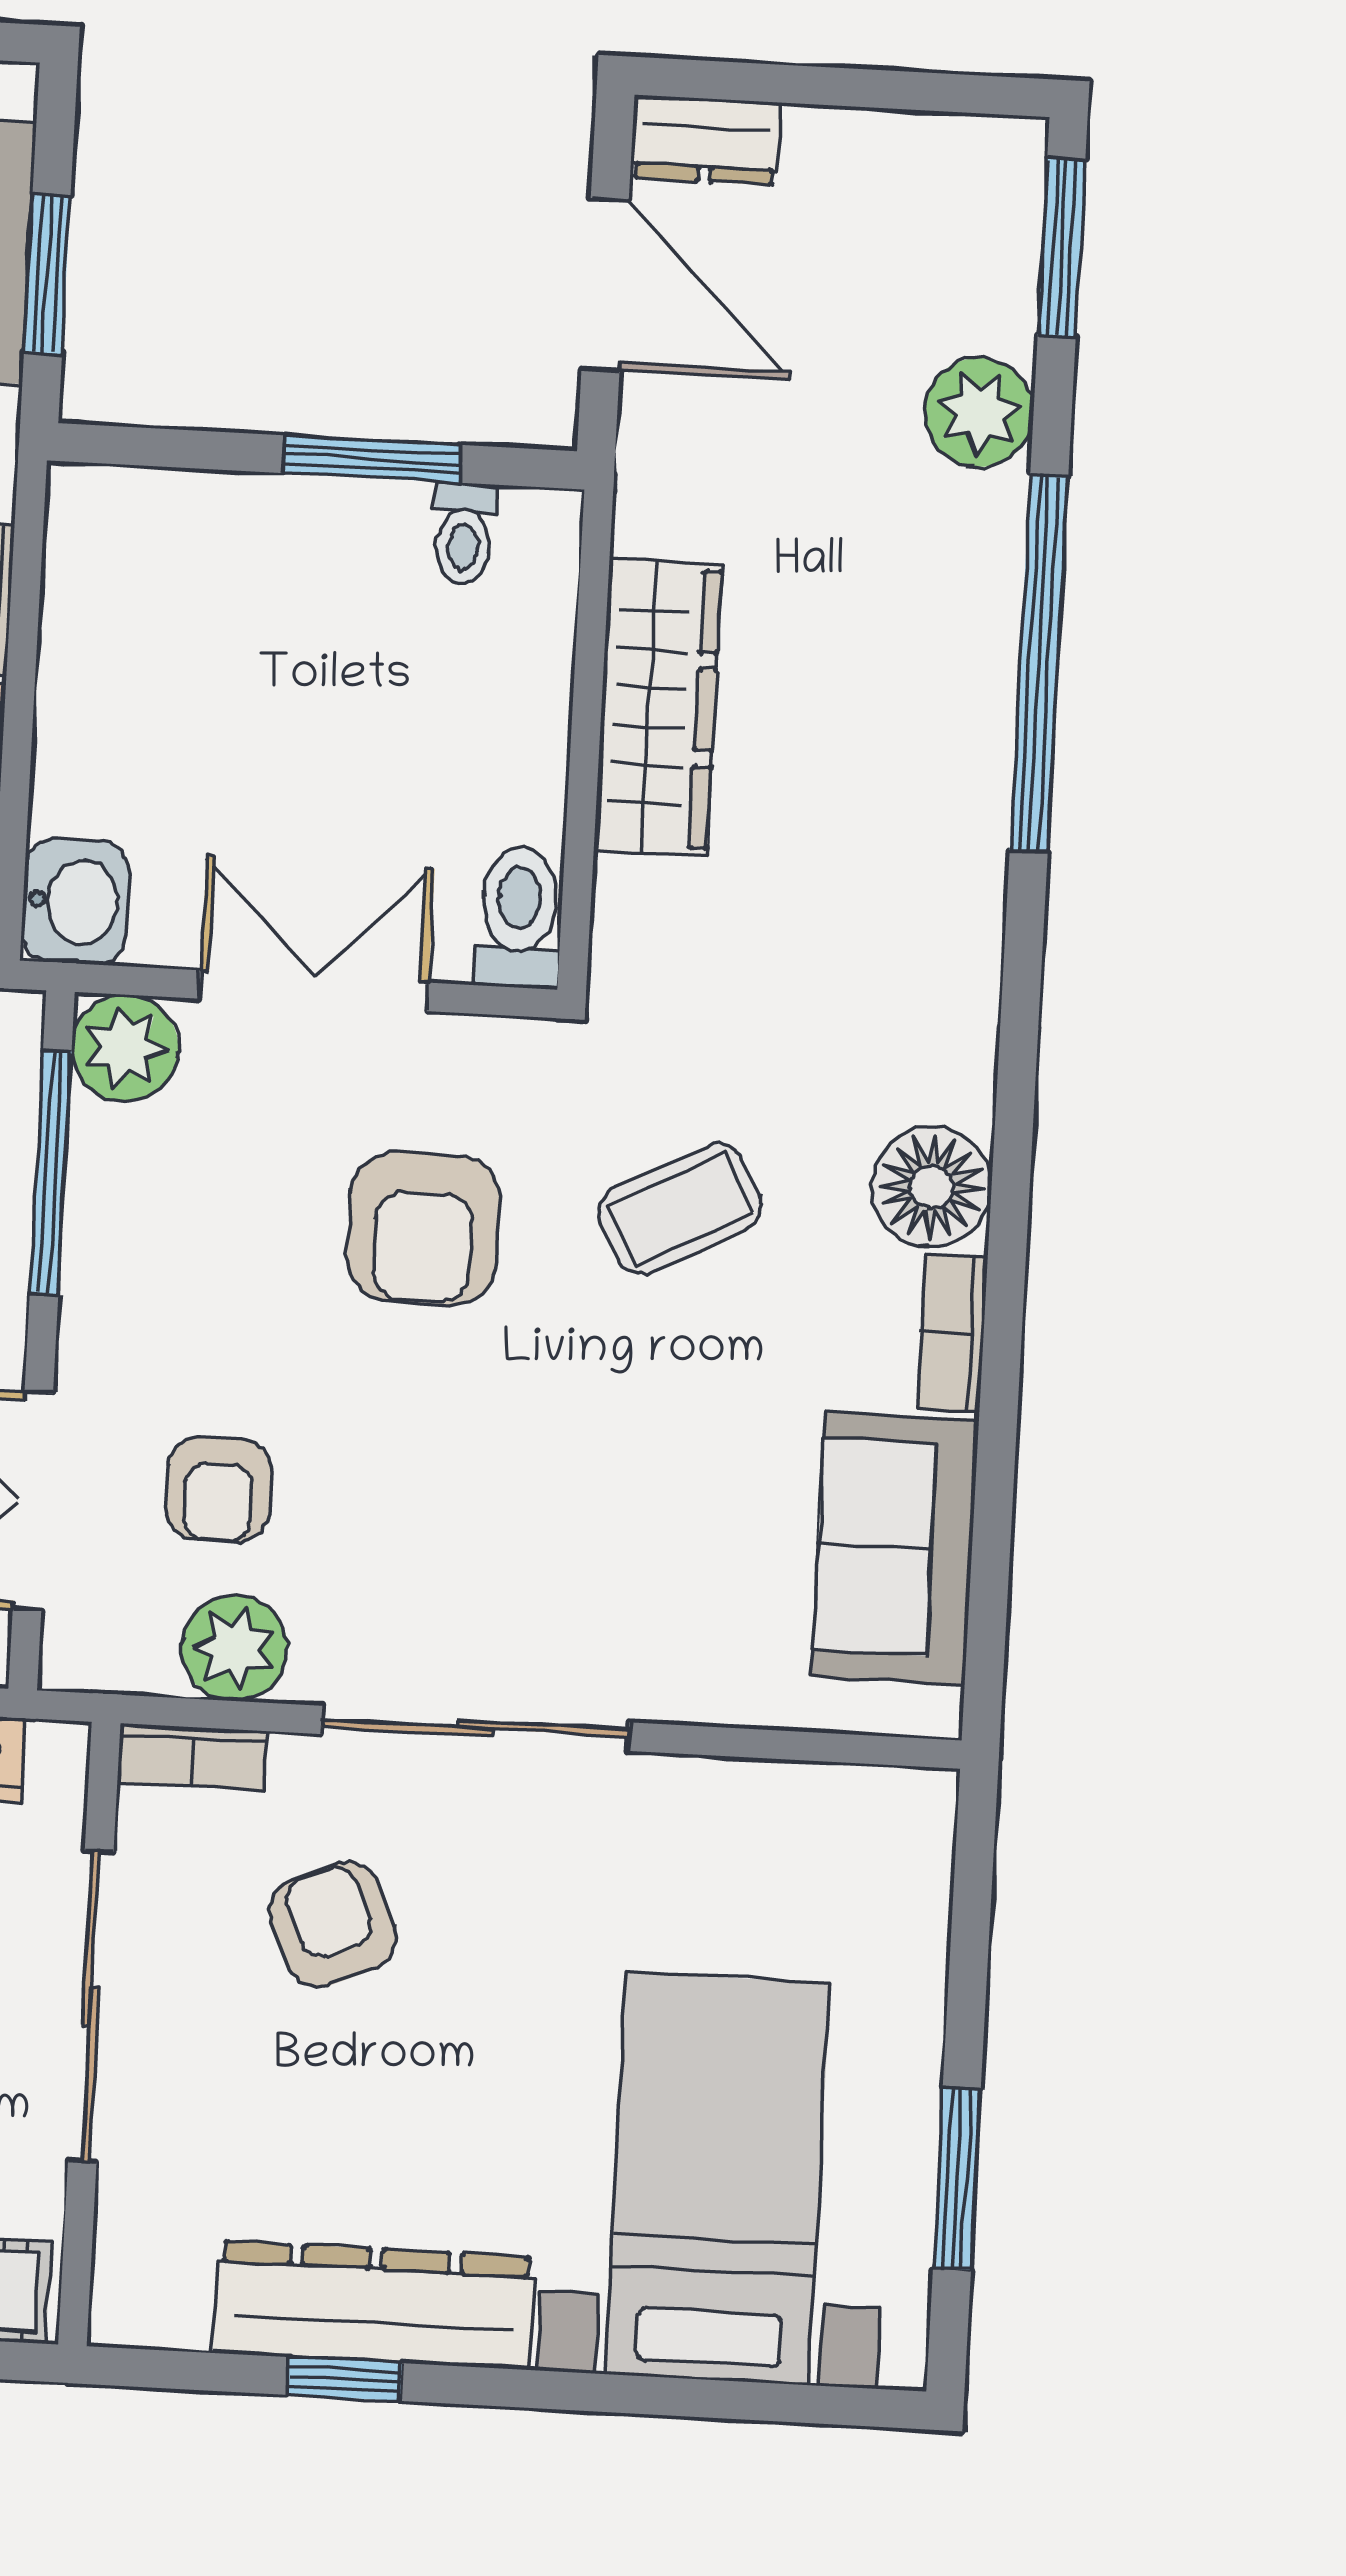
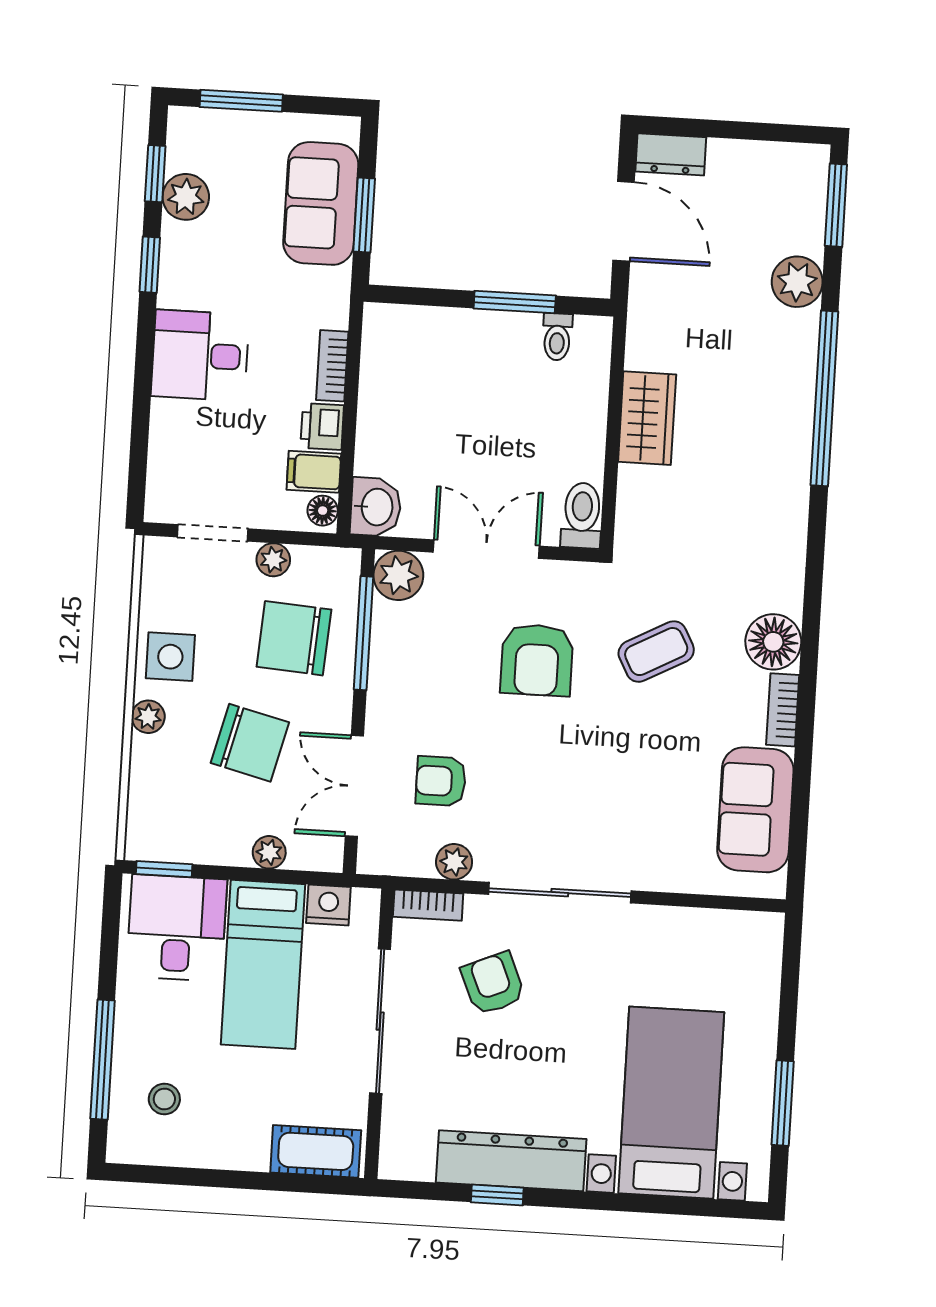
wardrobe: (658, 707) -> (647, 418), width x0.67
armchair: (219, 1490) -> (441, 781), turned 90
plant: (234, 1648) -> (454, 862), width x0.73, depth x0.73

